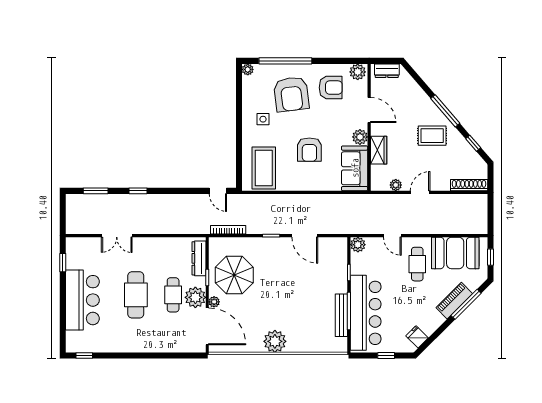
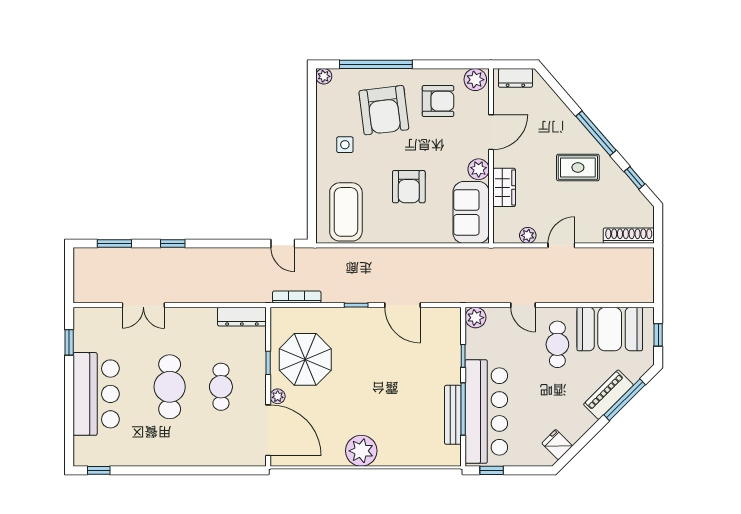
door: (369, 110) -> (491, 132), hinge flipped
dresser: (199, 258) -> (242, 317), moved, turned -90
plant: (195, 297) -> (252, 390), removed
window: (386, 356) -> (492, 470), moved

